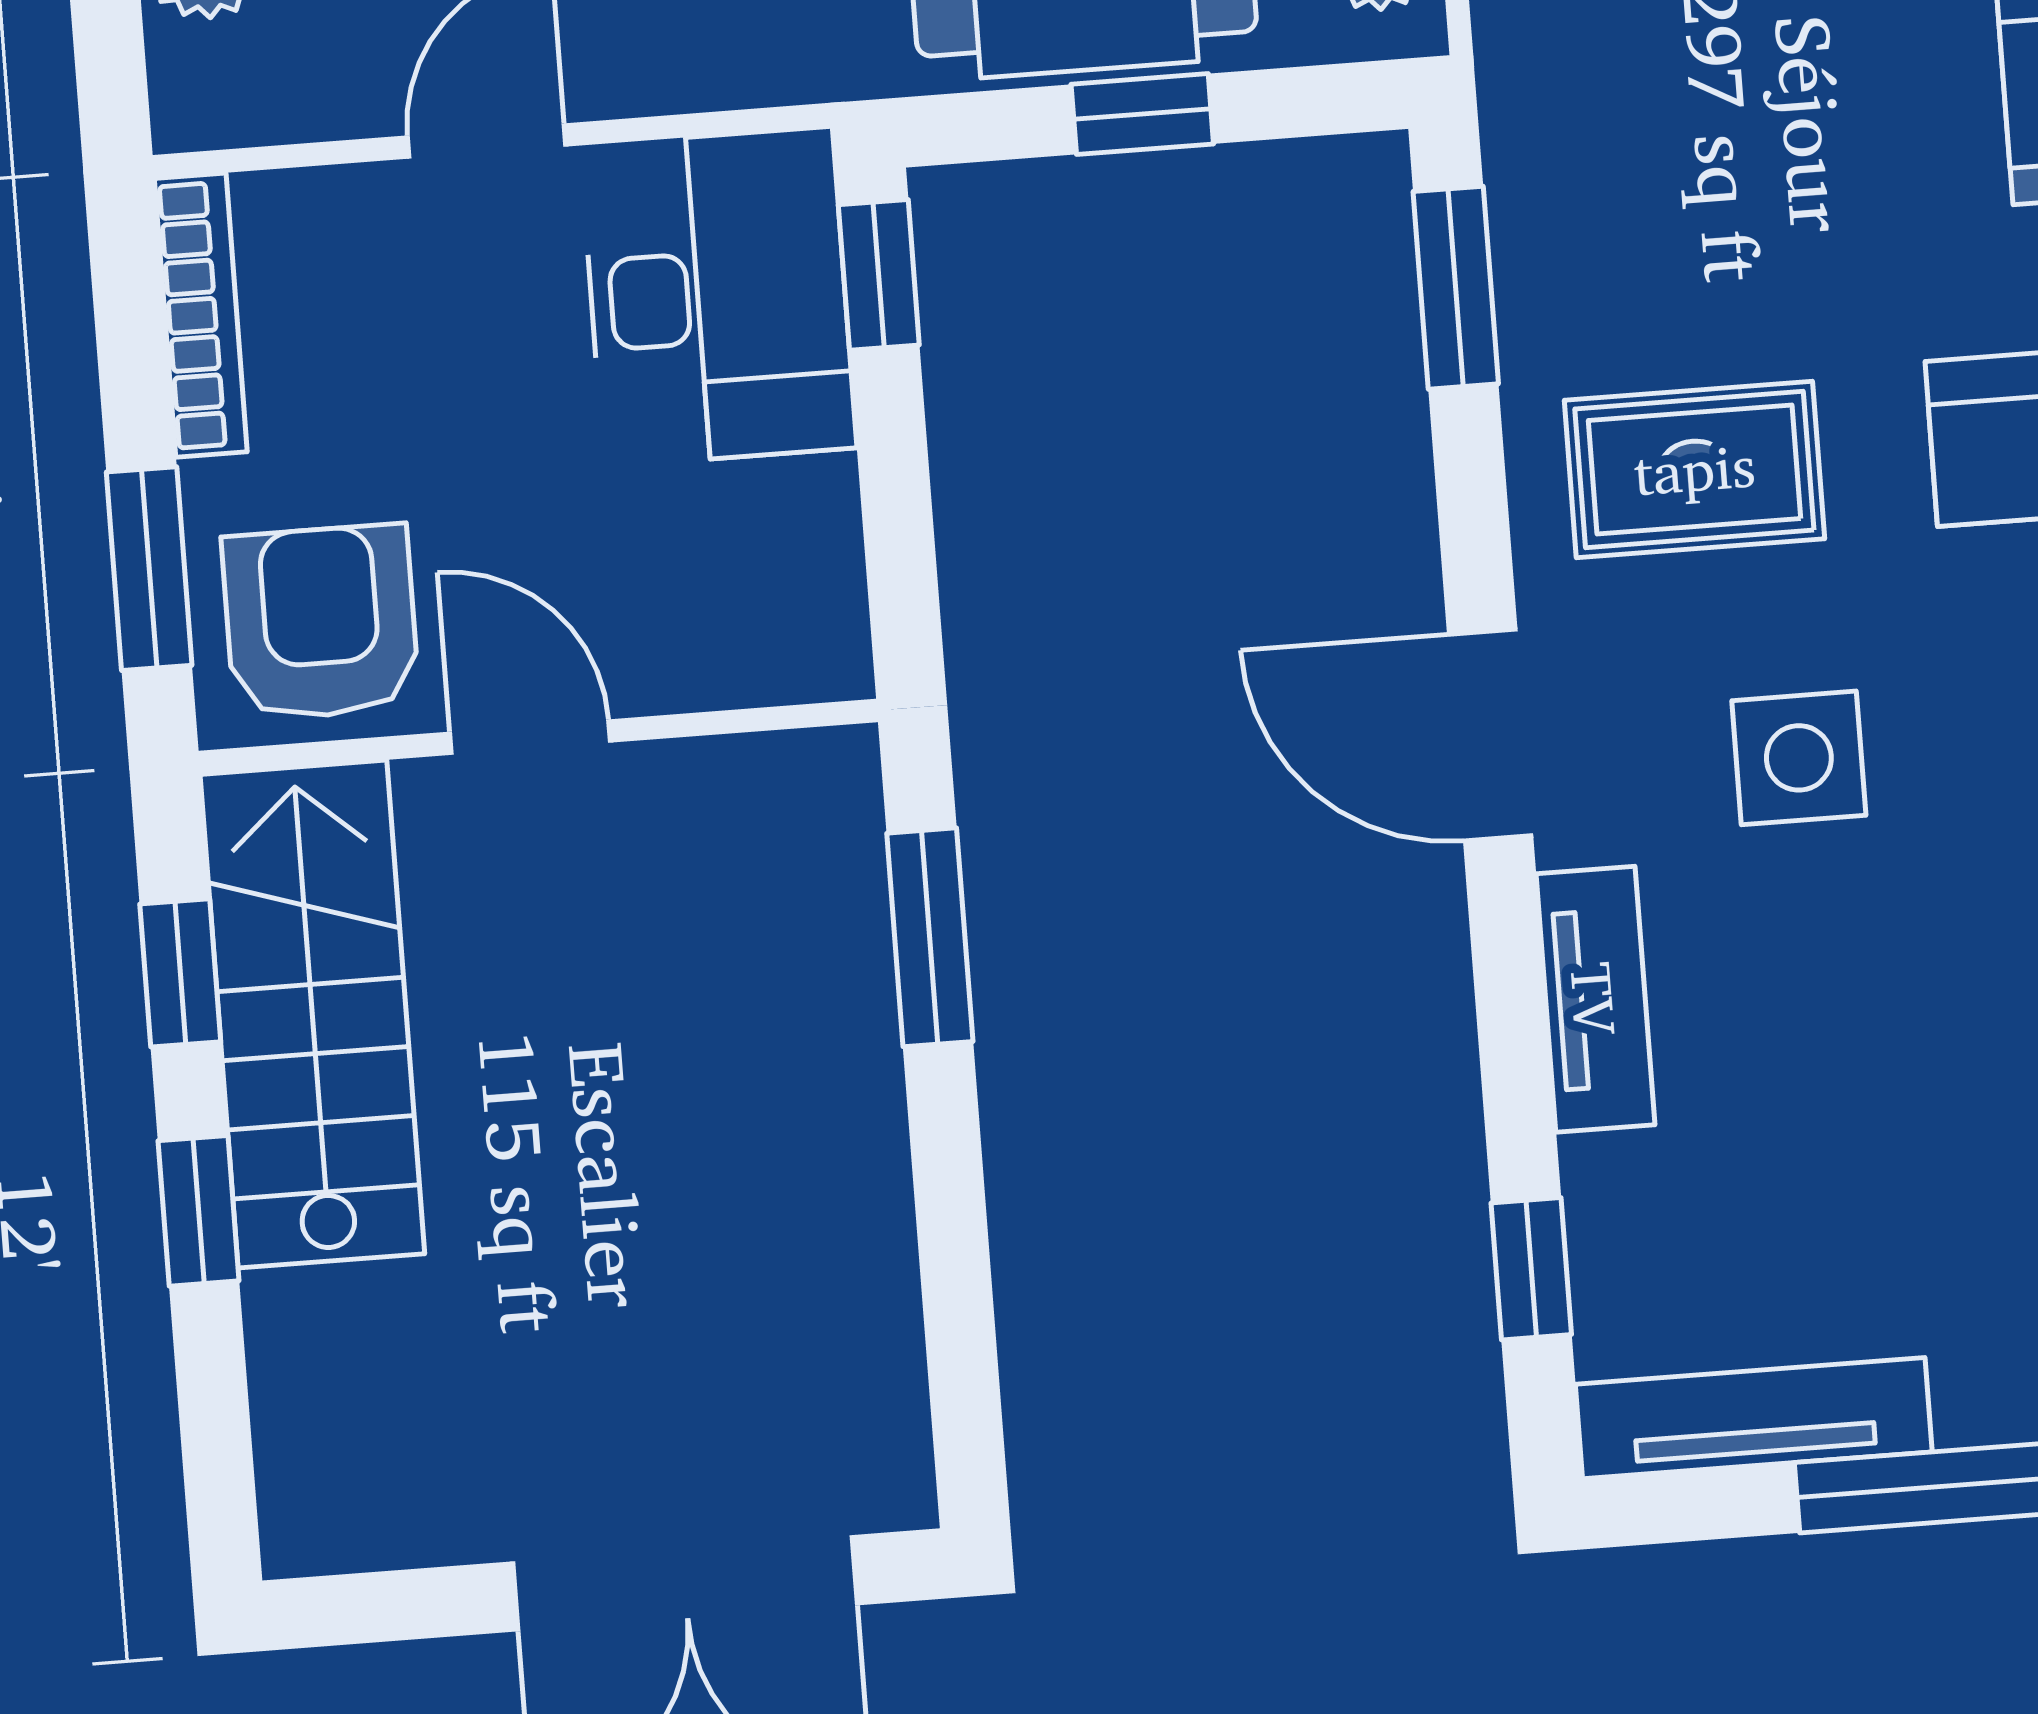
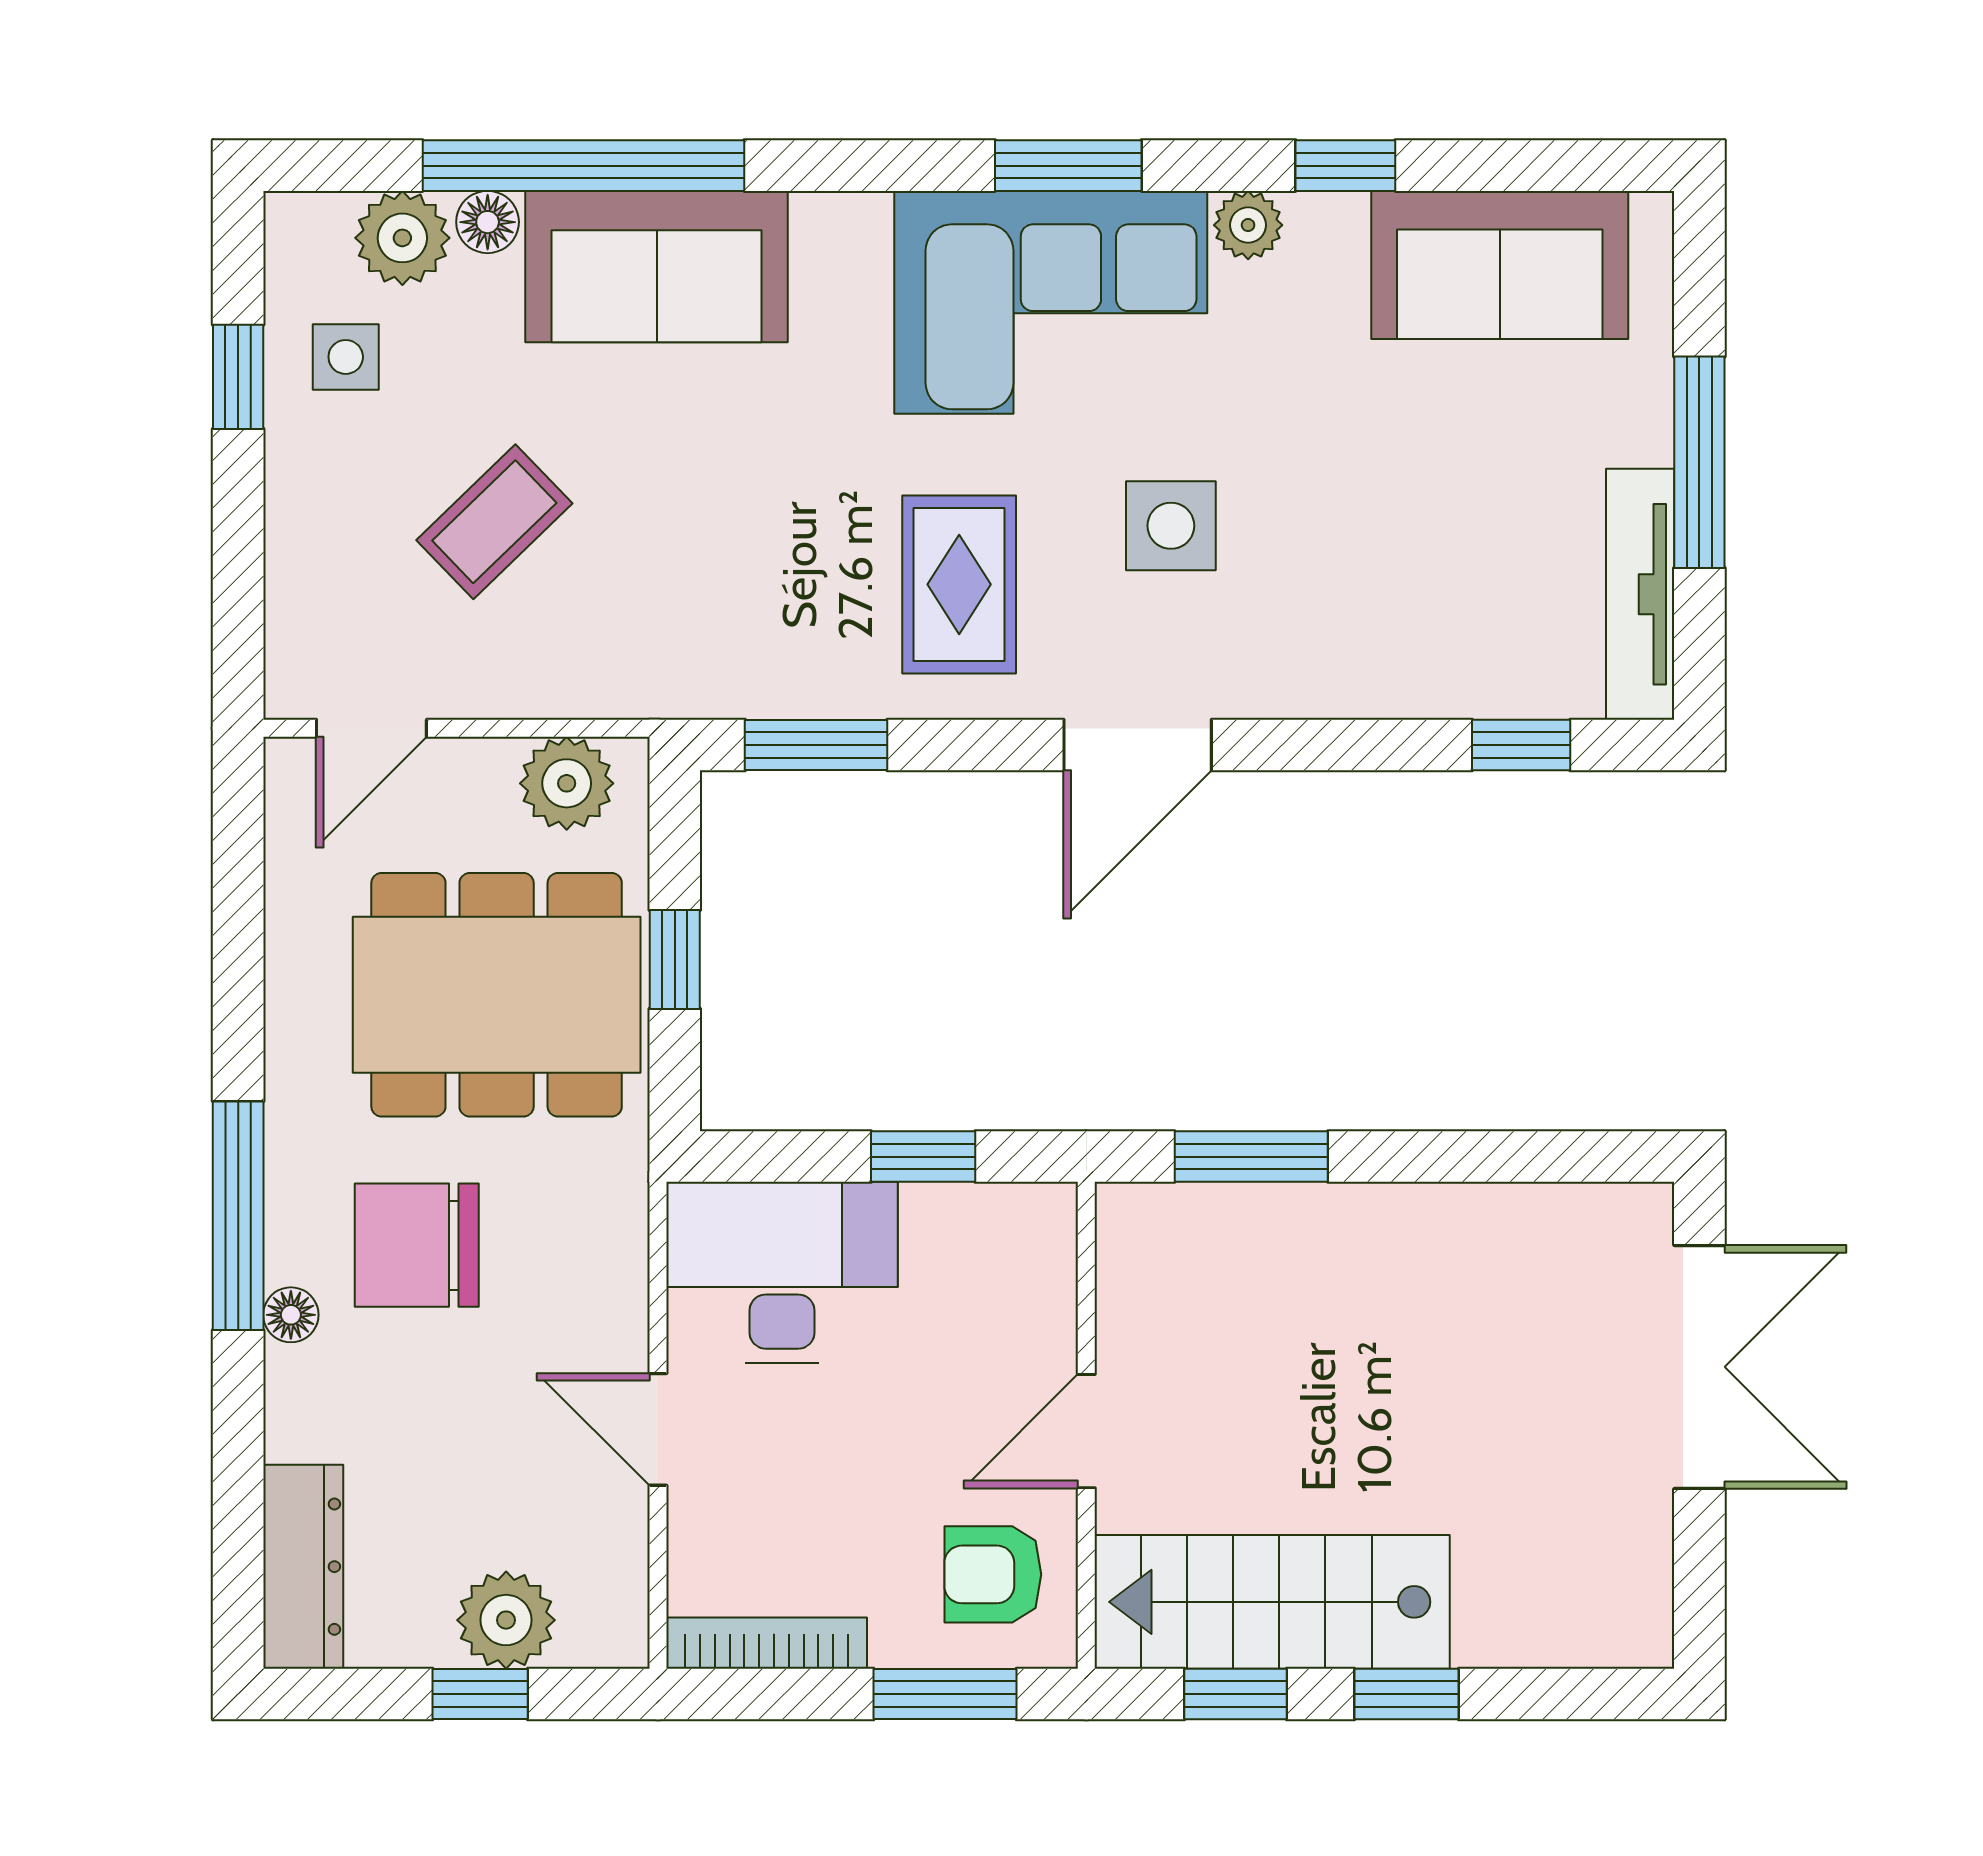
window: (879, 275) -> (923, 1157), moved
armchair: (321, 622) -> (993, 1574), width x0.72, depth x0.72
tv unit: (1595, 999) -> (1332, 684), removed

